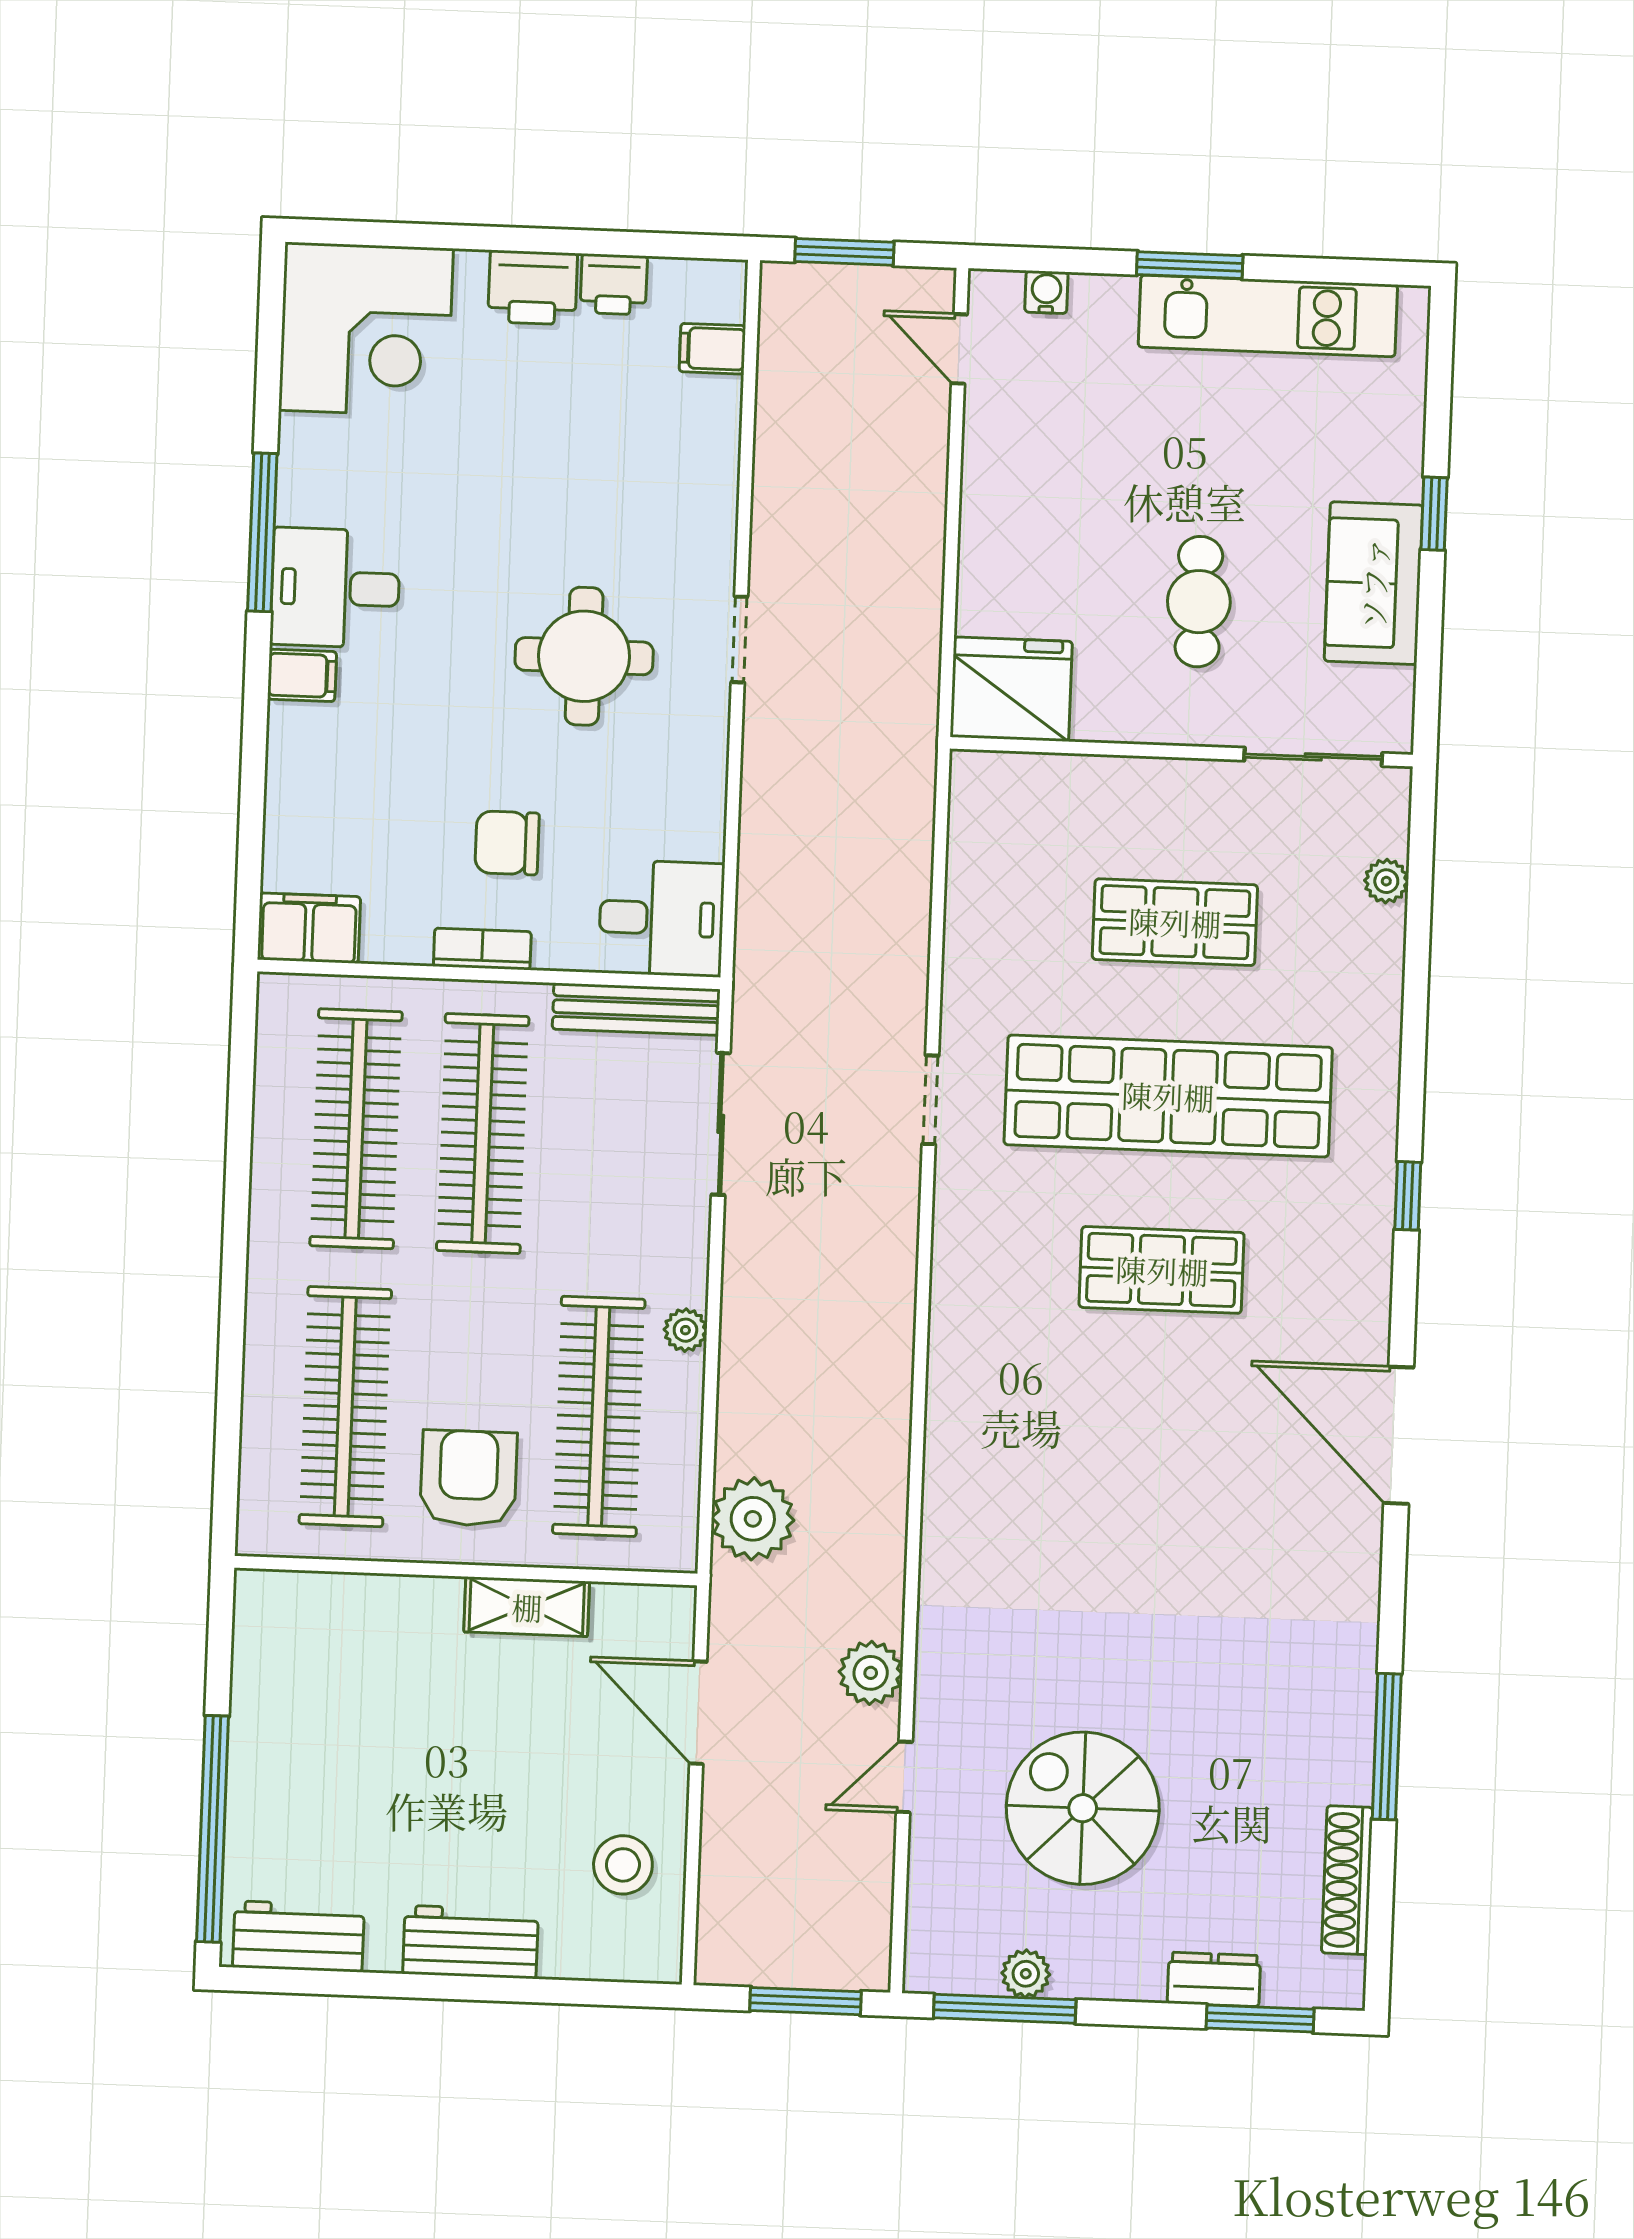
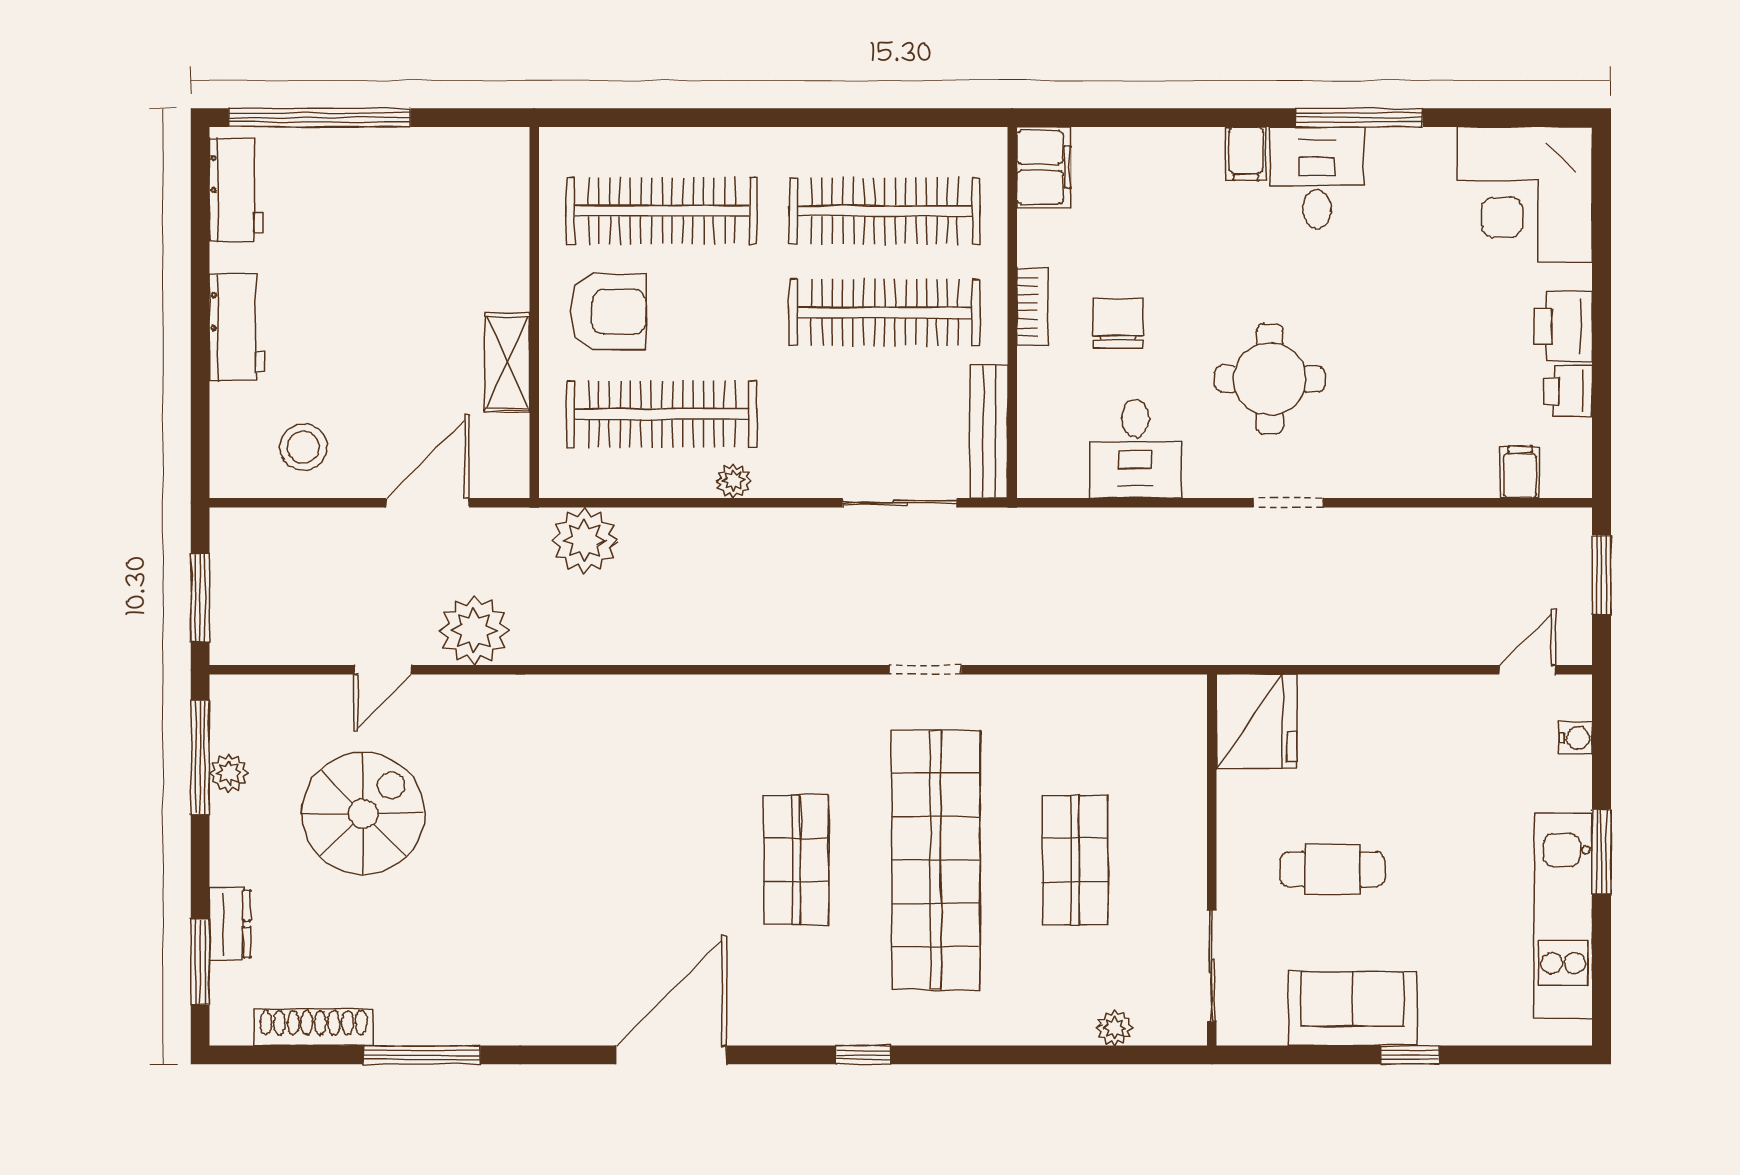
desk: (661, 918) -> (1135, 449), moved
plant: (871, 1673) -> (474, 630), width x1.36, depth x1.36
door: (904, 1777) -> (383, 670), swing flipped

